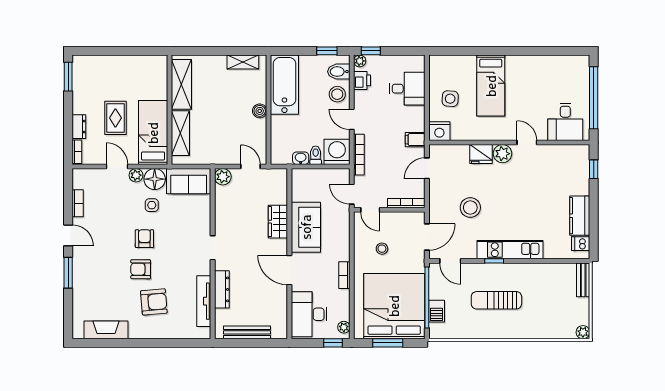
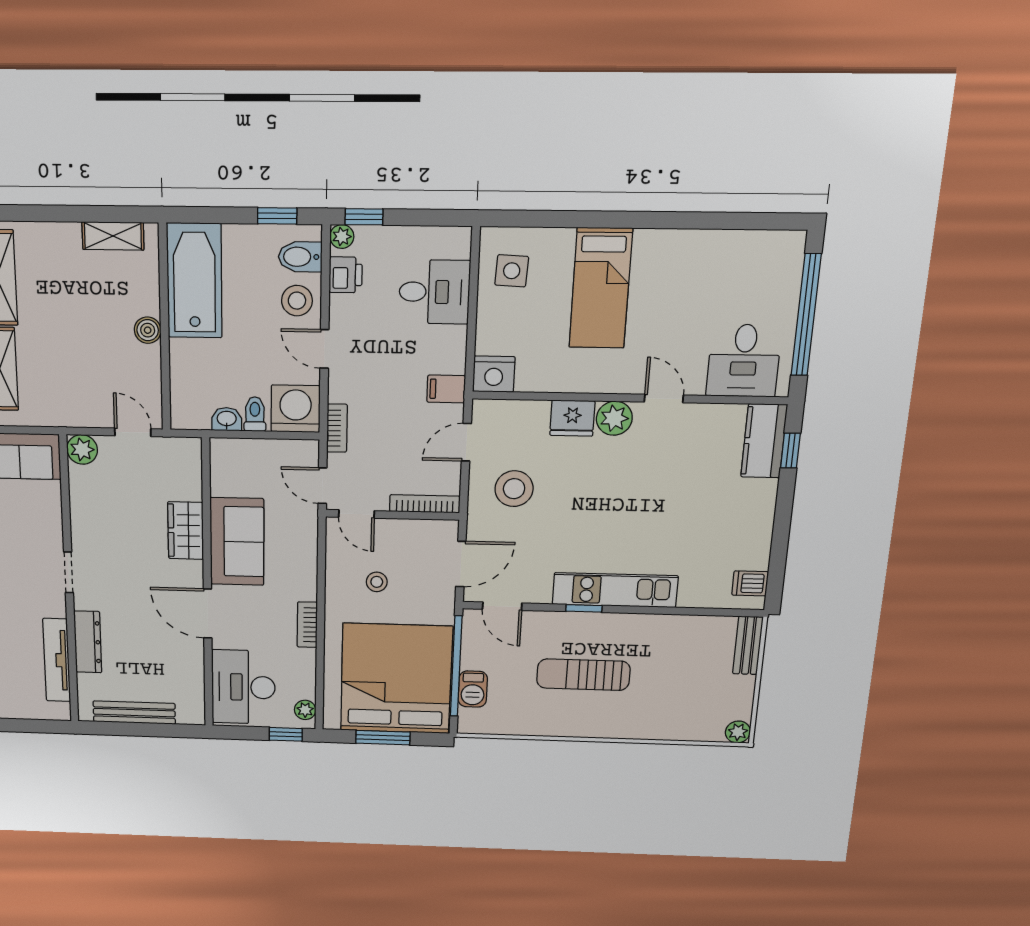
side table: (450, 99) -> (512, 271), moved
bookcase: (359, 155) -> (337, 428), width x0.64
stool: (470, 208) -> (514, 489), moved
kitchen counter: (580, 216) -> (764, 441), moved

